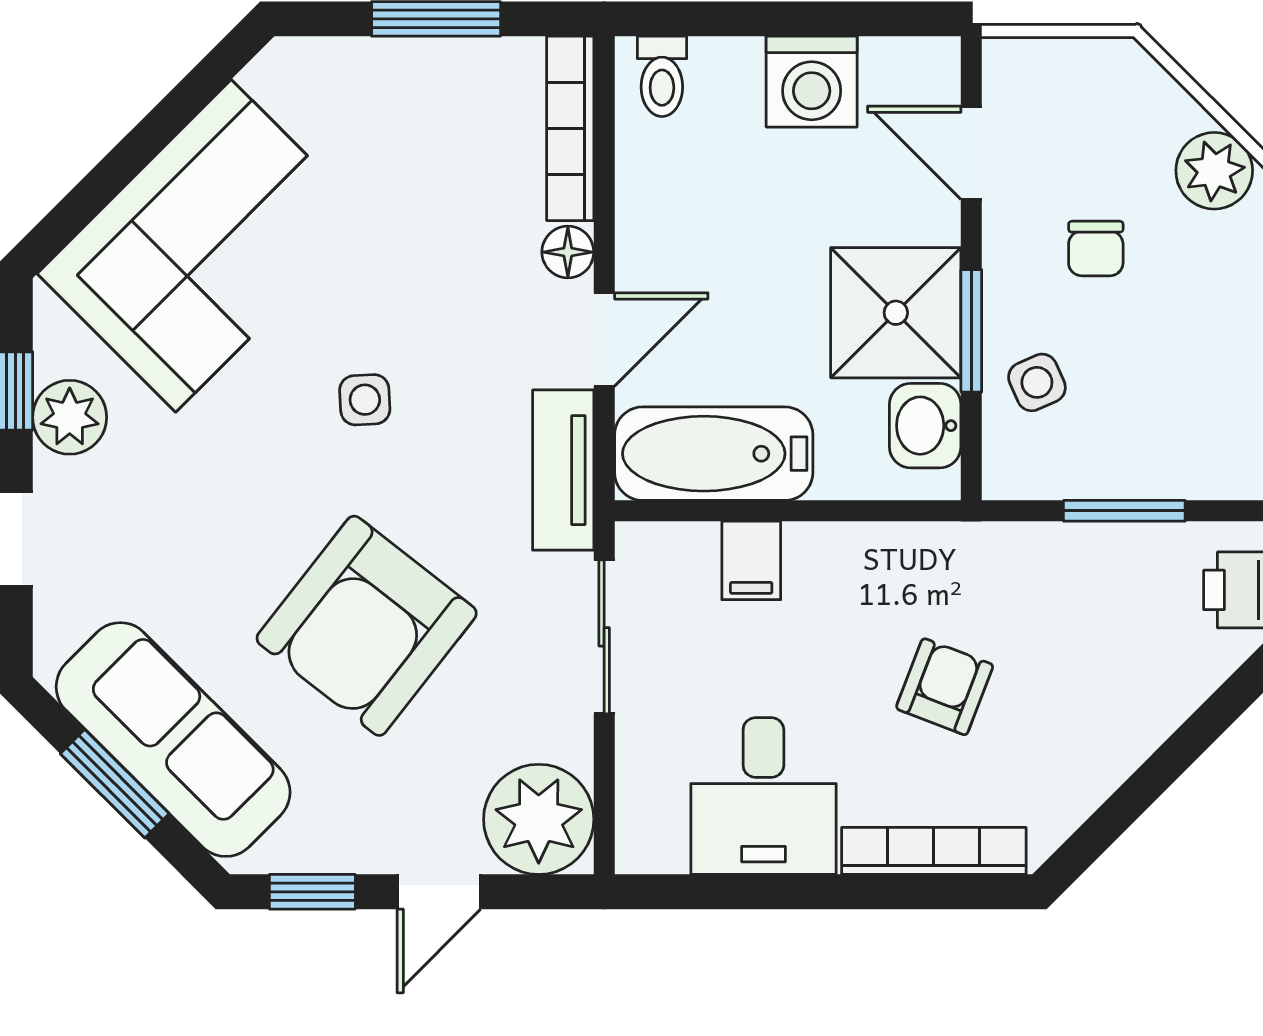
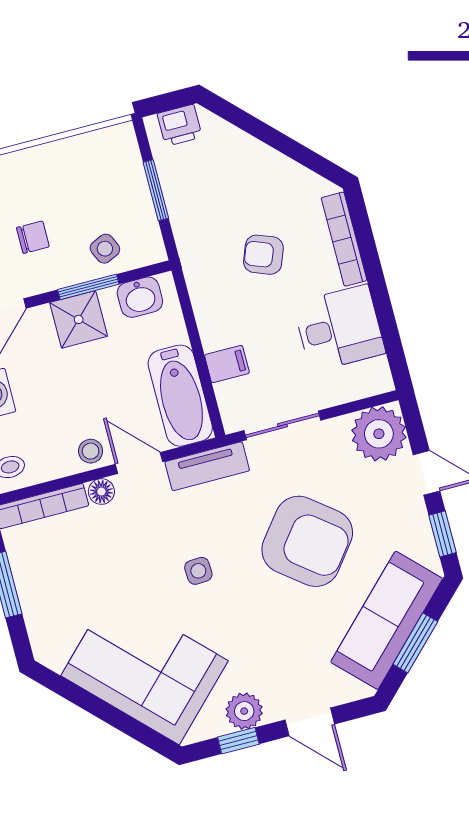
stool: (652, 252) -> (91, 451), added
shower: (896, 313) -> (79, 319), width x0.73, depth x0.73

